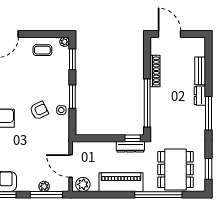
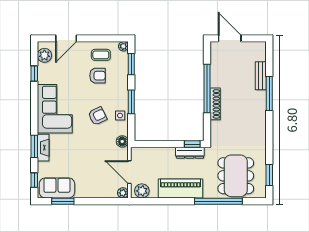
armchair: (39, 71) -> (97, 76), added
shoe rack: (155, 71) -> (215, 104), moved
dresser: (200, 96) -> (260, 101), removed
window: (147, 103) -> (207, 89), moved
window: (208, 113) -> (269, 94), moved
floor lamp: (63, 136) -> (122, 141), added
plant: (44, 186) -> (123, 193), moved
window: (46, 195) -> (105, 201), removed

